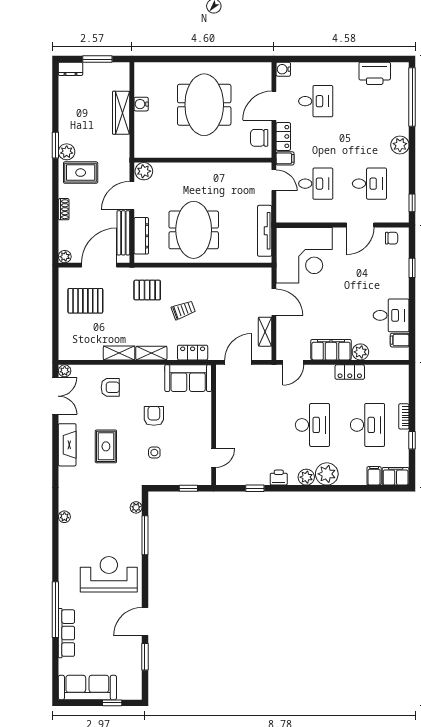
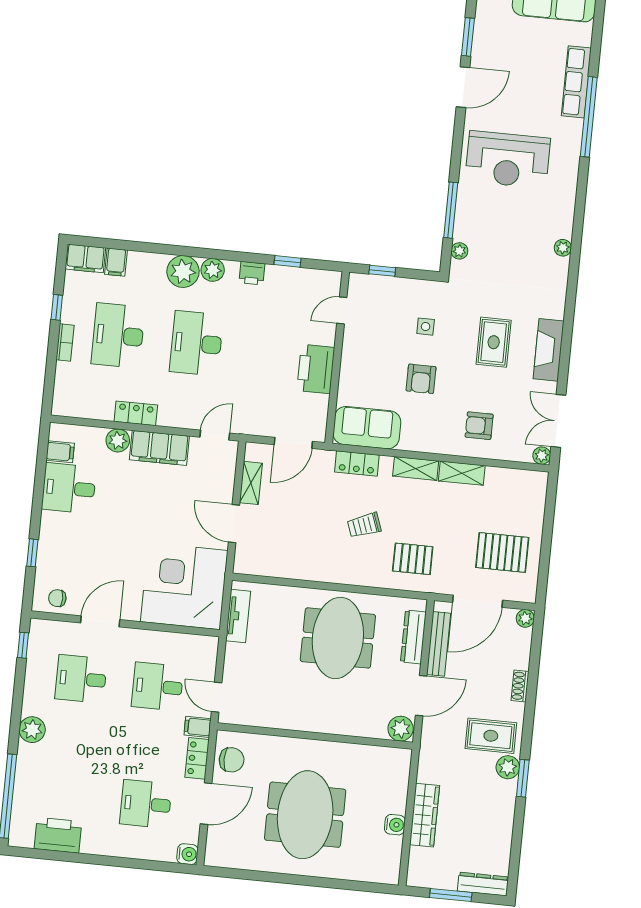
dresser: (71, 69) -> (483, 884), width x1.44
tv unit: (265, 231) -> (238, 616), width x0.71
printer: (228, 415) -> (316, 369), added

